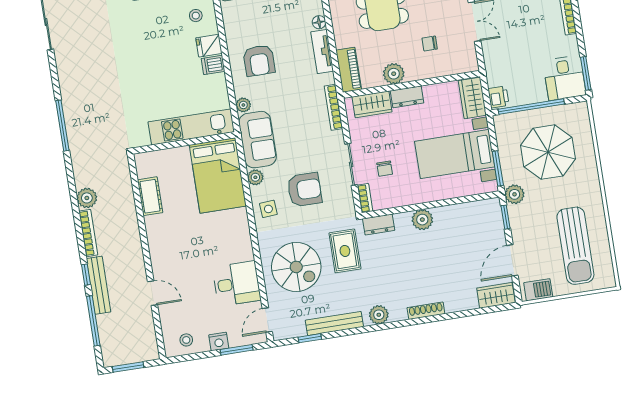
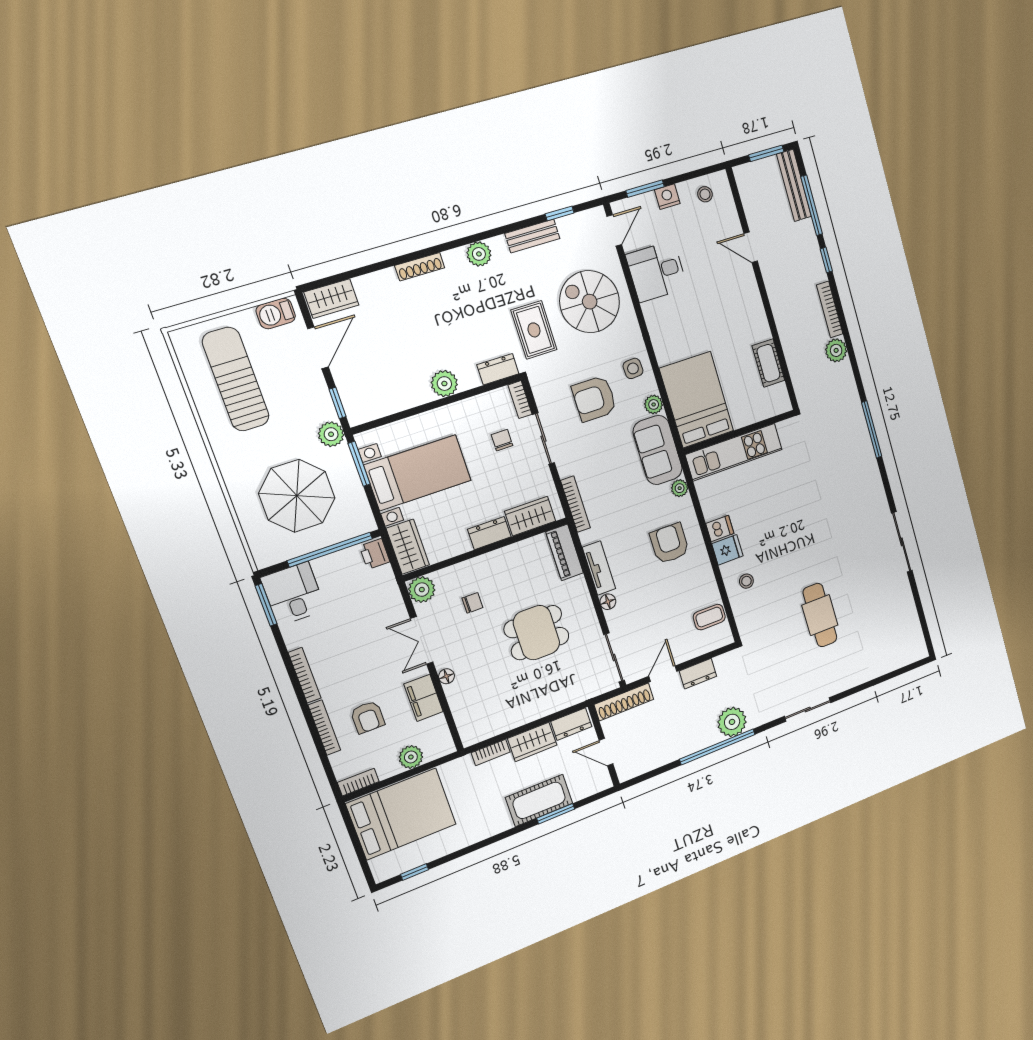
plant: (394, 74) -> (422, 590), moved
bench: (98, 285) -> (794, 185), moved
bench: (334, 323) -> (532, 236), width x0.73

